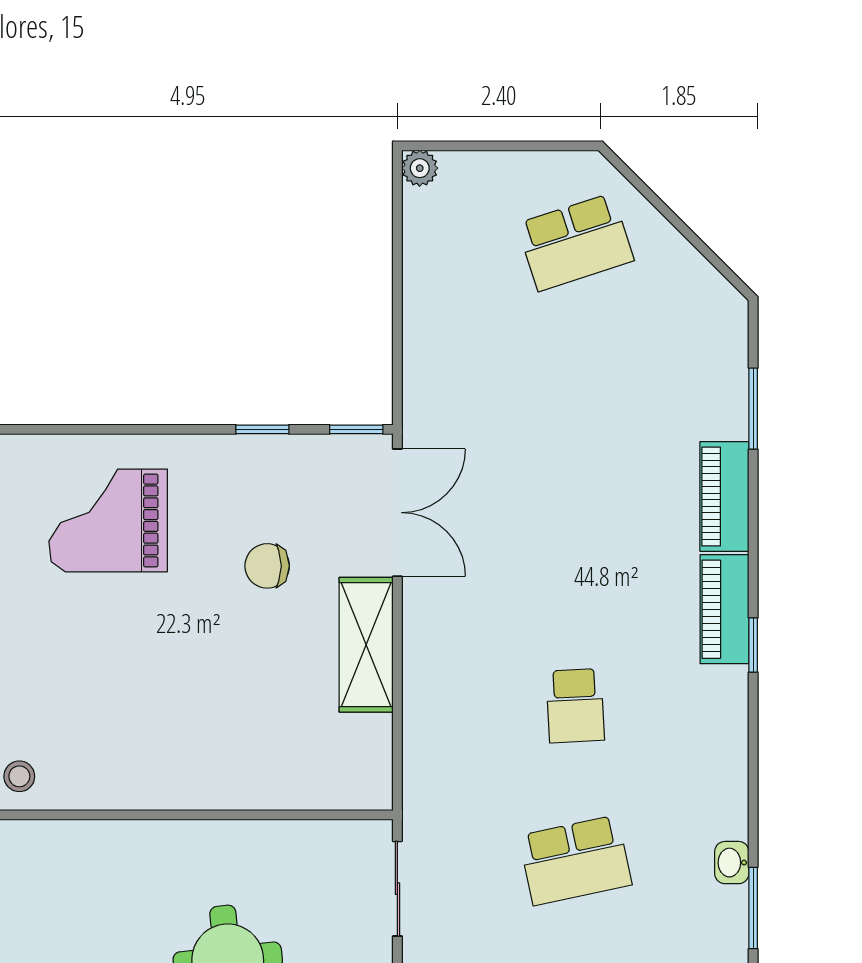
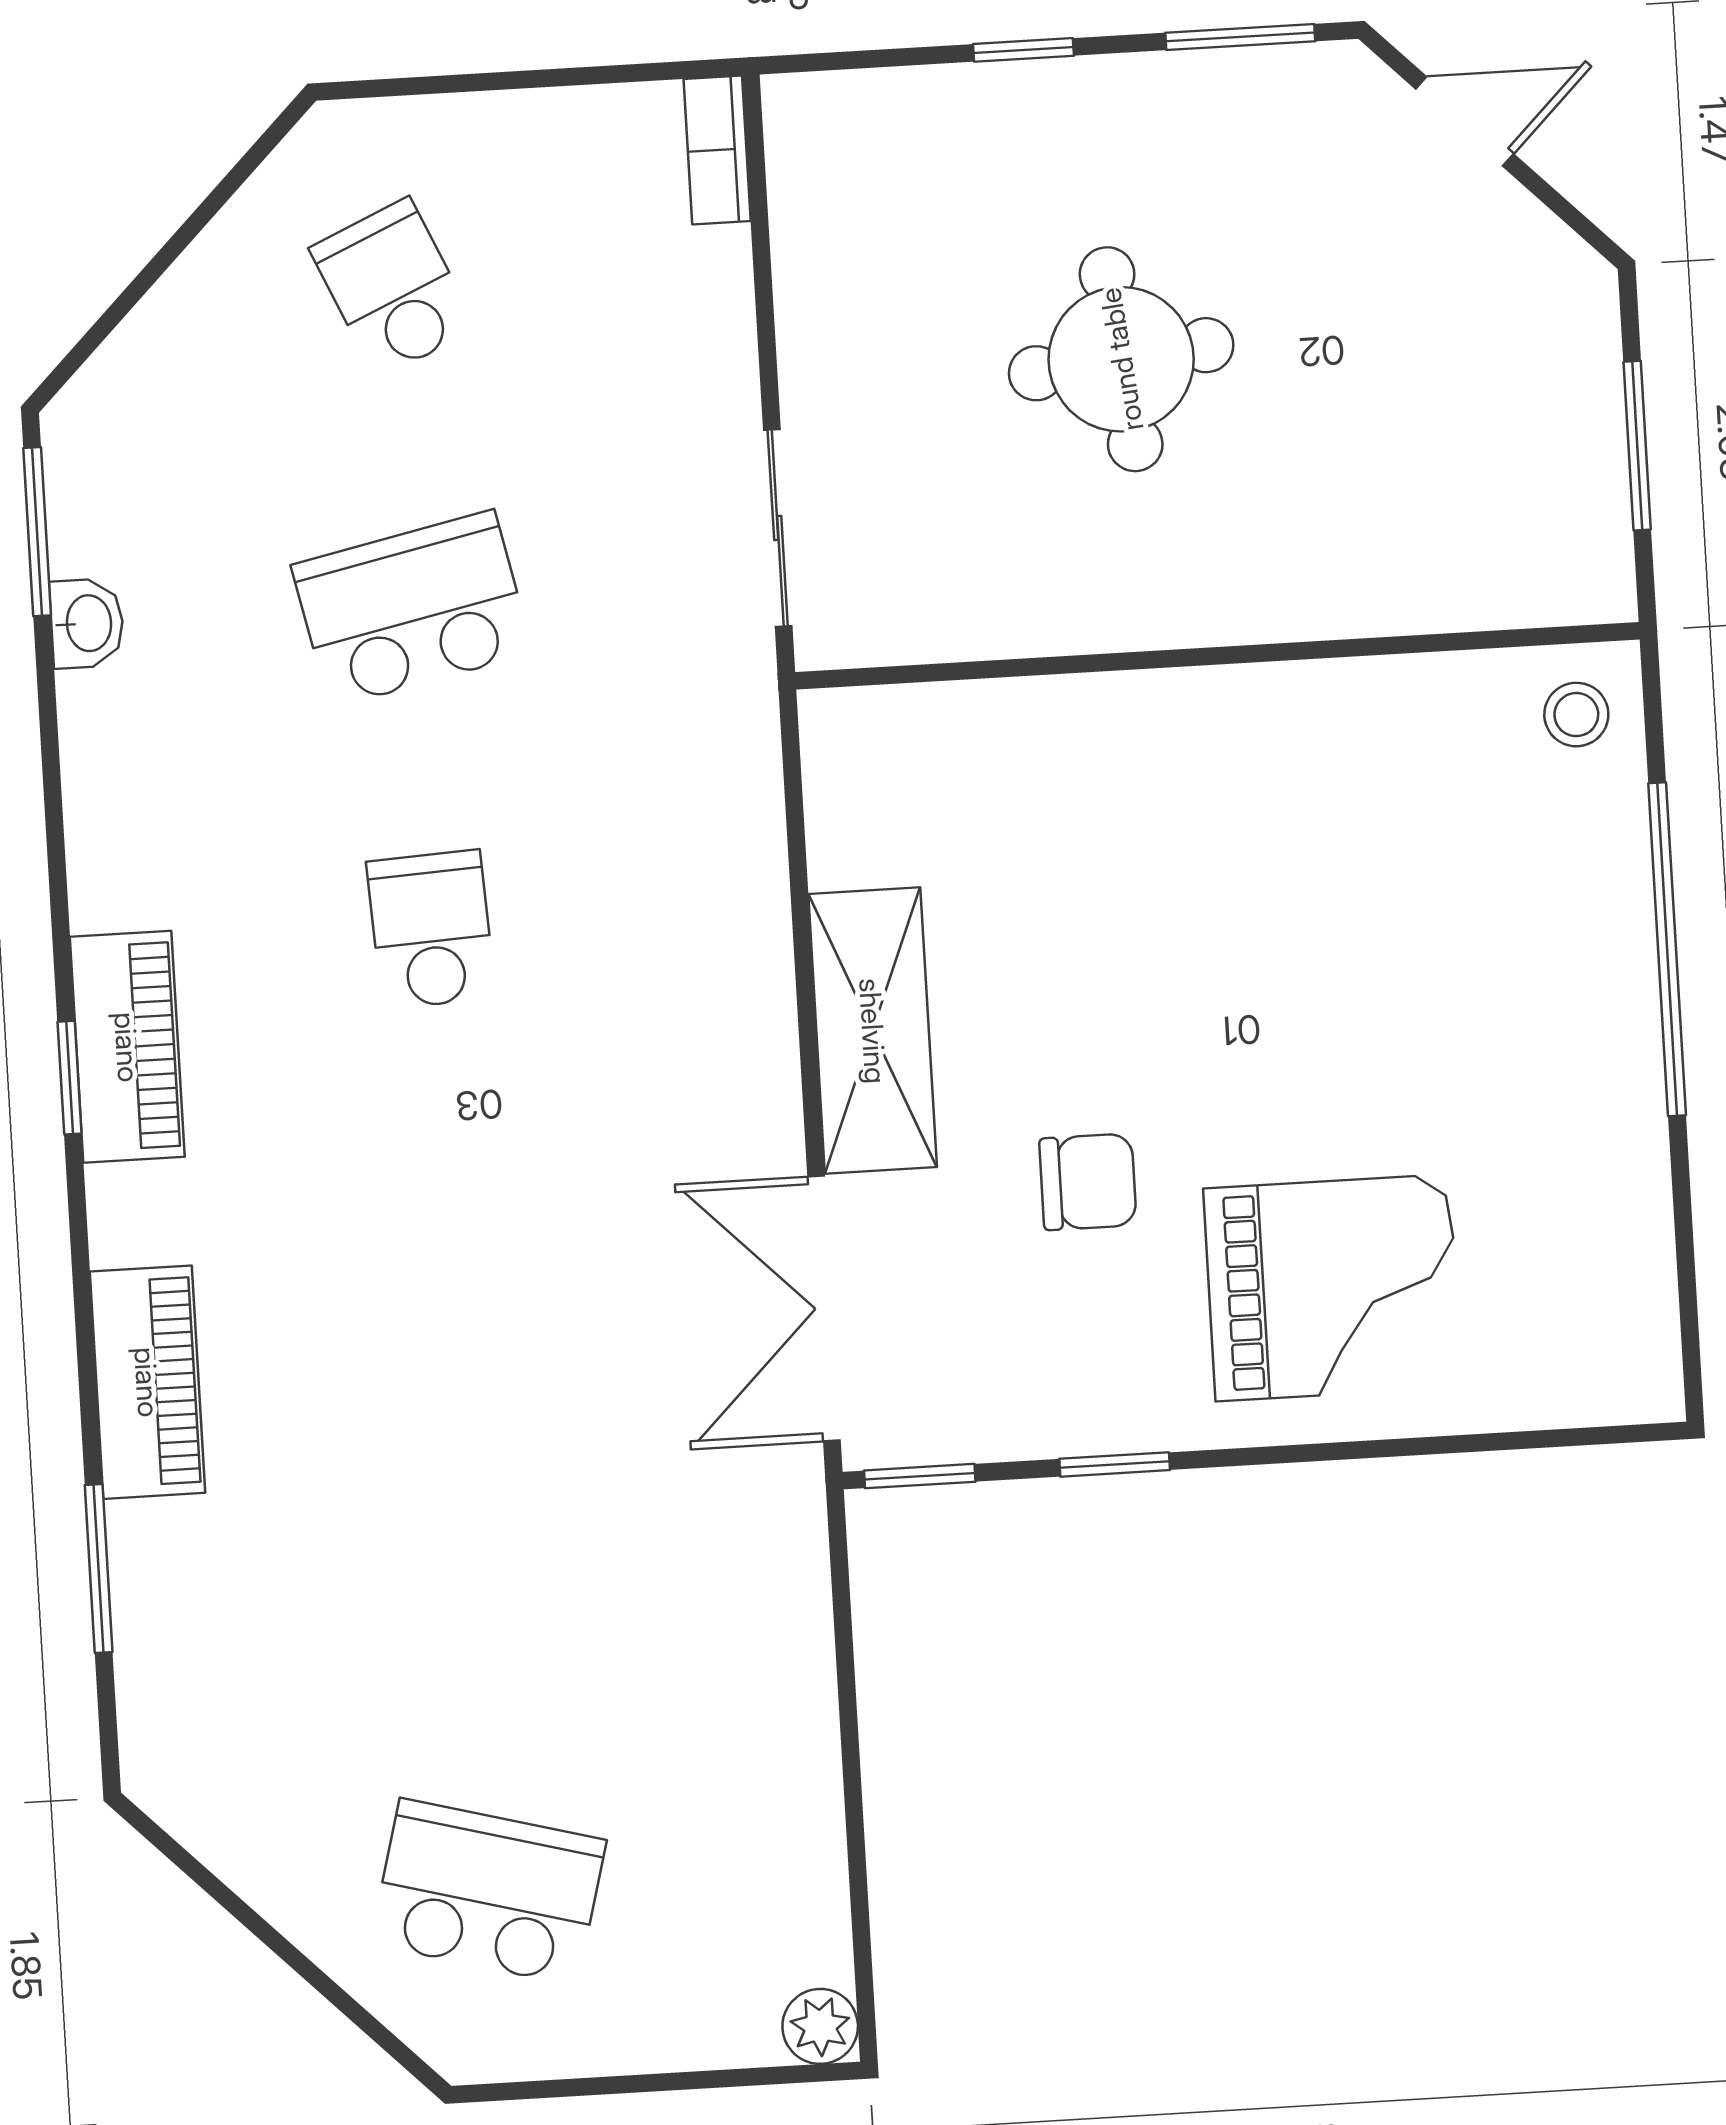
school desk: (575, 242) -> (488, 1892), turned 33
grand piano: (108, 520) -> (1332, 1288), moved
piano: (724, 609) -> (127, 1047), moved

